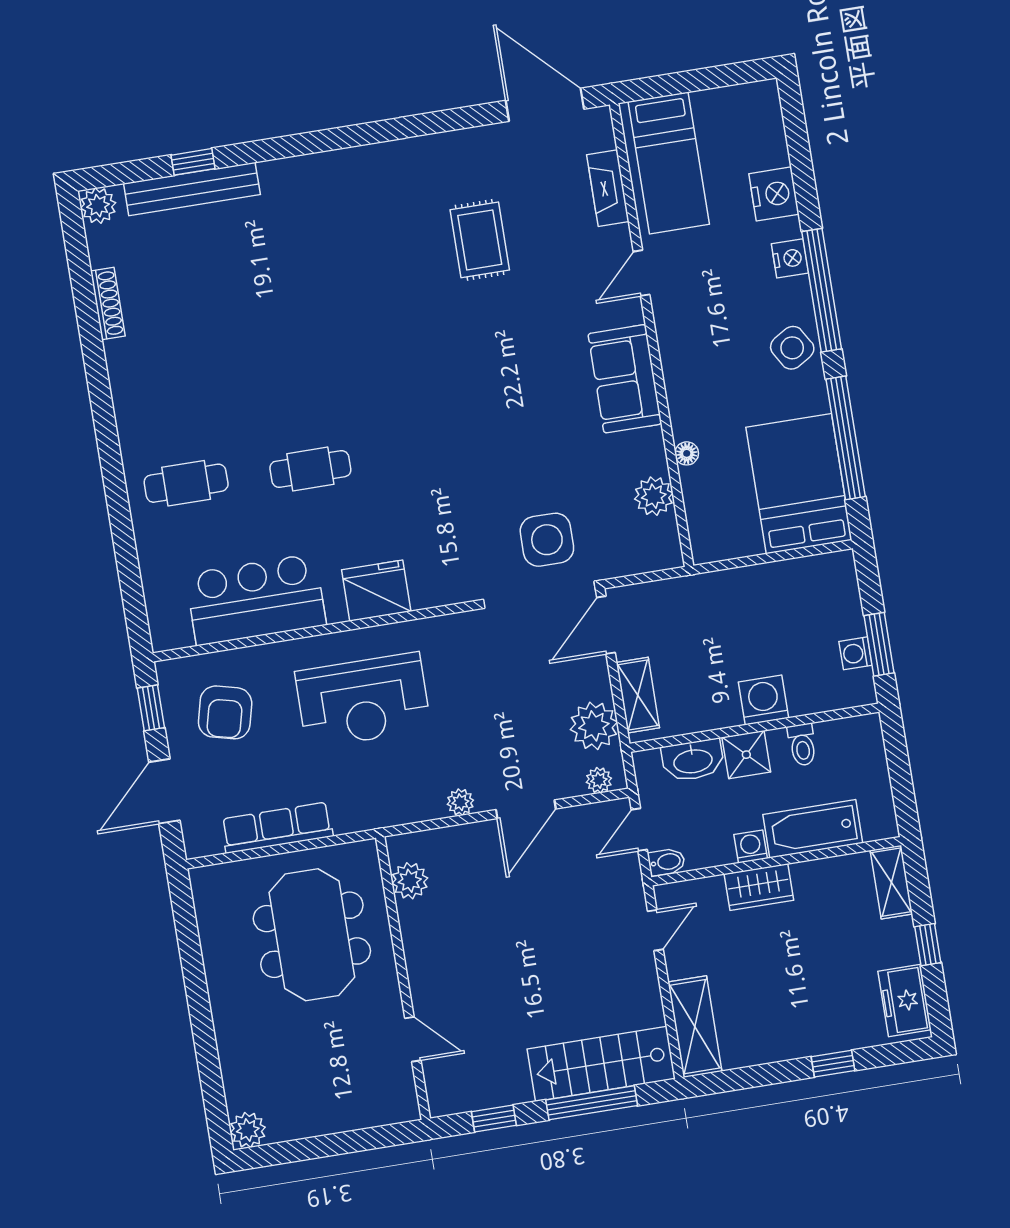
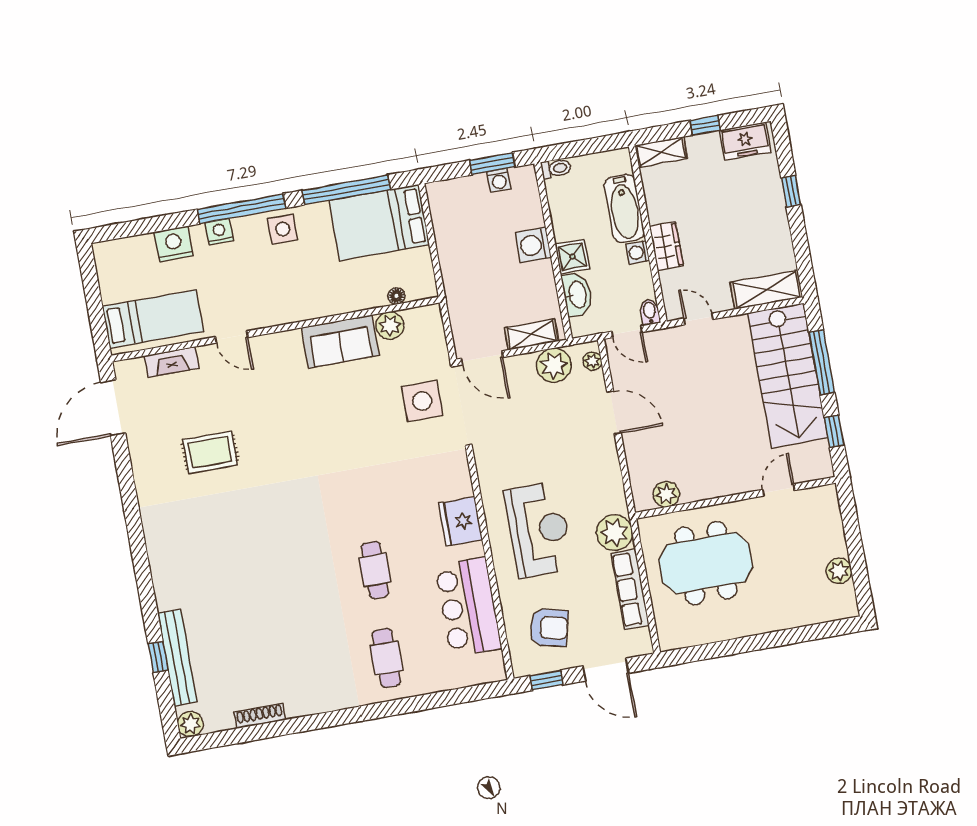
side table: (792, 348) -> (283, 229), turned 31
sofa: (625, 379) -> (340, 342), moved
floor lamp: (687, 453) -> (396, 296), moved
toilet: (802, 745) -> (556, 169), moved
plant: (460, 802) -> (614, 533), moved, width x1.87, depth x1.87
stairs: (601, 1064) -> (788, 375), width x1.36, depth x1.51
plant: (248, 1130) -> (839, 571), moved

